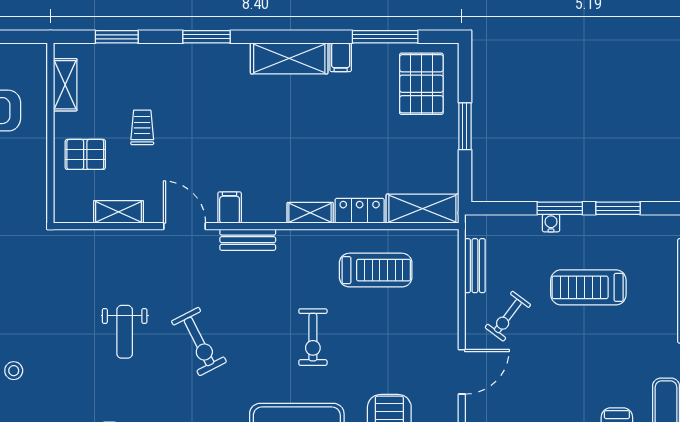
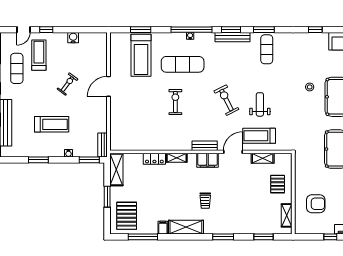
trolley: (142, 127) -> (205, 201), moved
pallet: (85, 154) -> (278, 184), turned 90
filing cabinet: (230, 208) -> (207, 160), width x2.00
window: (560, 208) -> (89, 160), moved
shelving: (422, 209) -> (116, 169), moved, turned 90
door: (184, 226) -> (233, 152), swing flipped
bench: (475, 266) -> (103, 145), moved
treadmill: (376, 270) -> (259, 136), moved
exercise bike: (508, 316) -> (67, 84), moved

